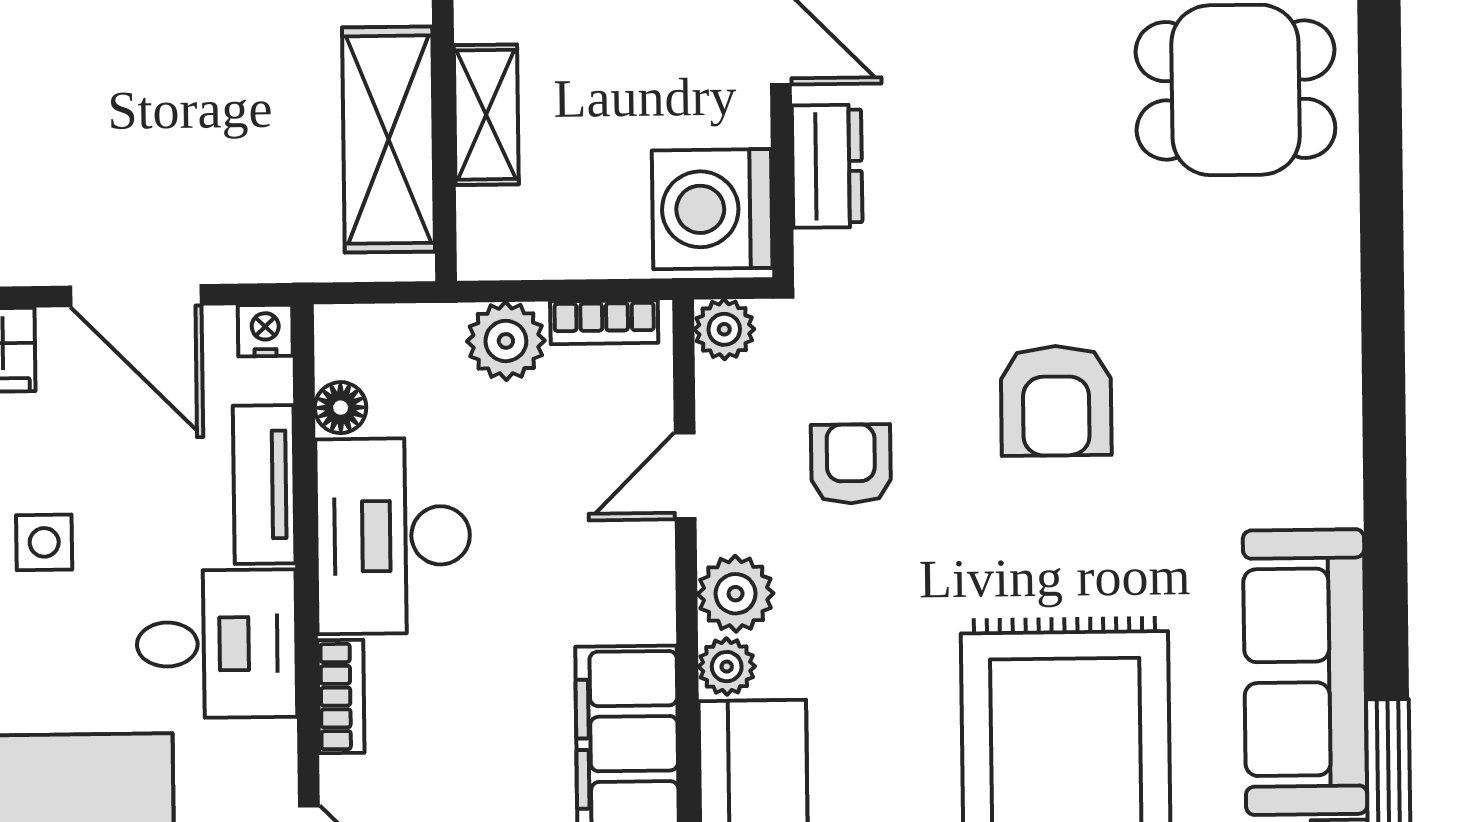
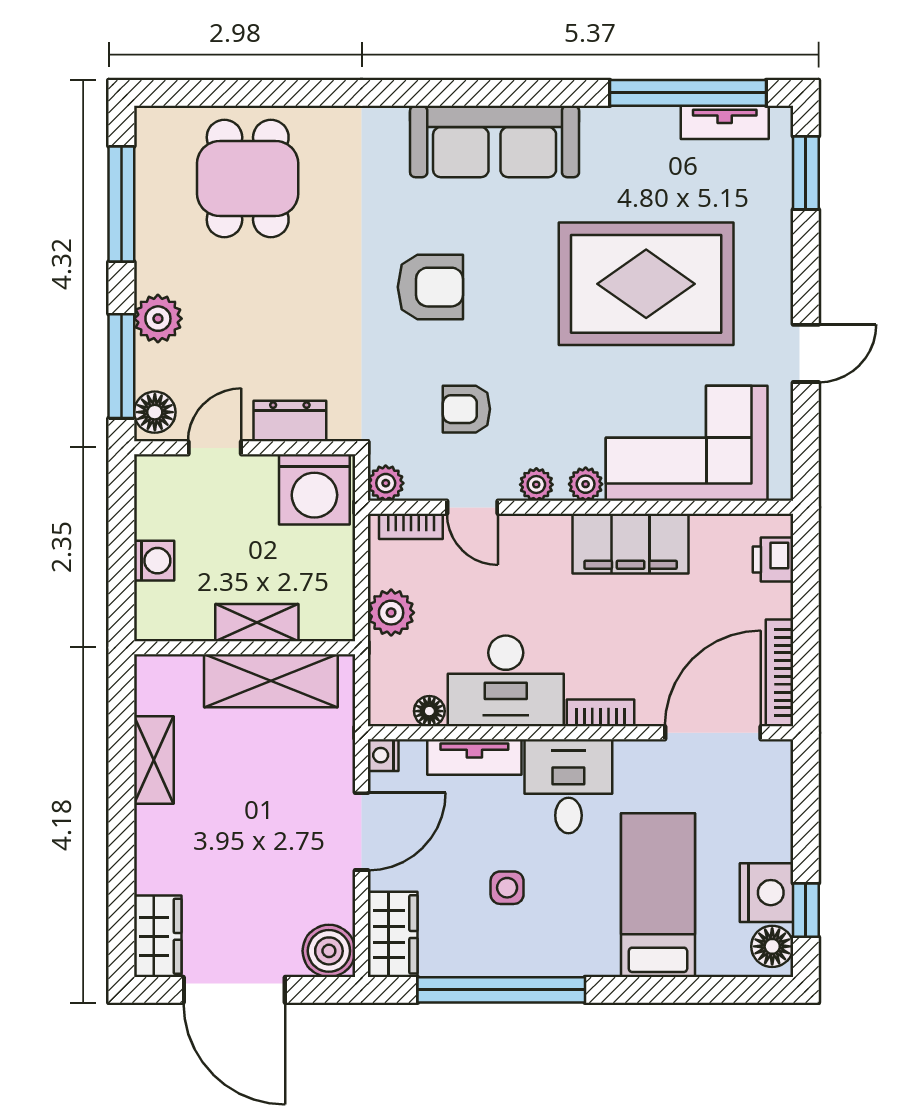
bookcase: (604, 322) -> (411, 526), moved, turned 90
plant: (736, 594) -> (536, 485), width x0.73, depth x0.73
sofa: (1305, 672) -> (495, 141), moved

